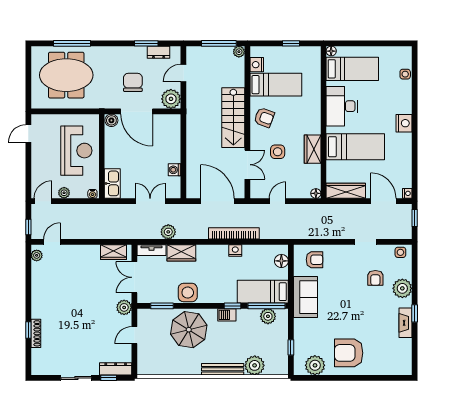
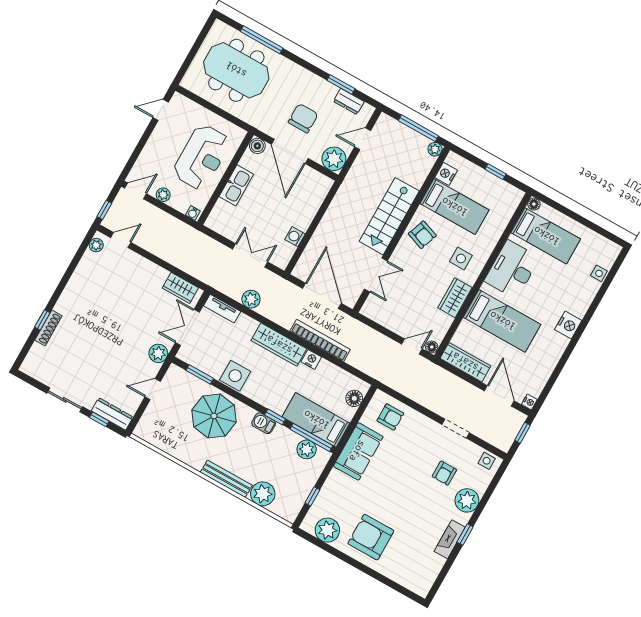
side table: (278, 152) -> (461, 258), moved
kitchen sink: (112, 183) -> (236, 185), moved
door: (278, 201) -> (412, 347), moved
wardrobe: (181, 253) -> (279, 345), moved, width x1.50

